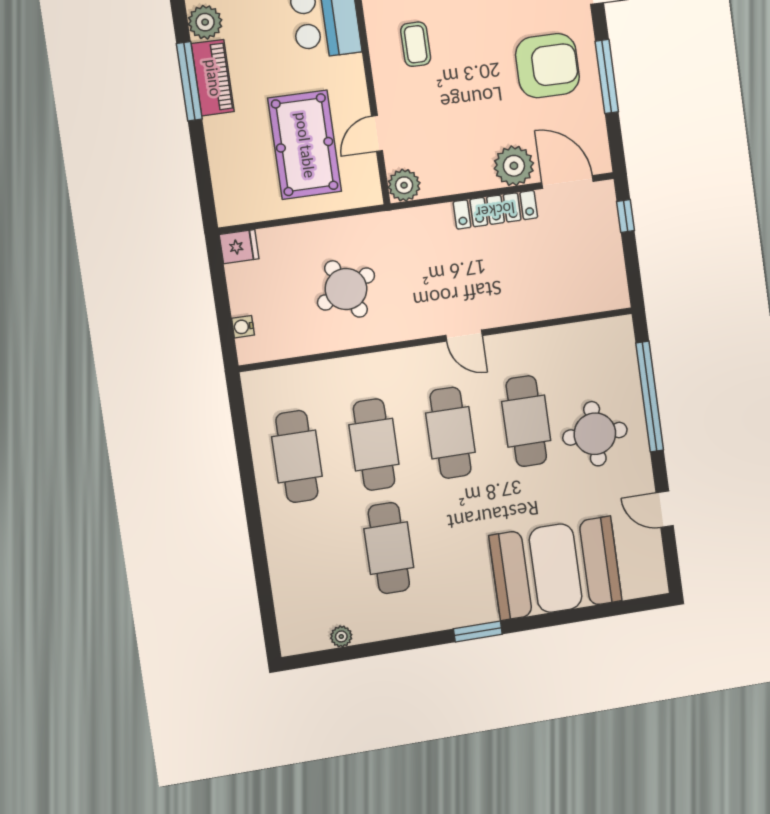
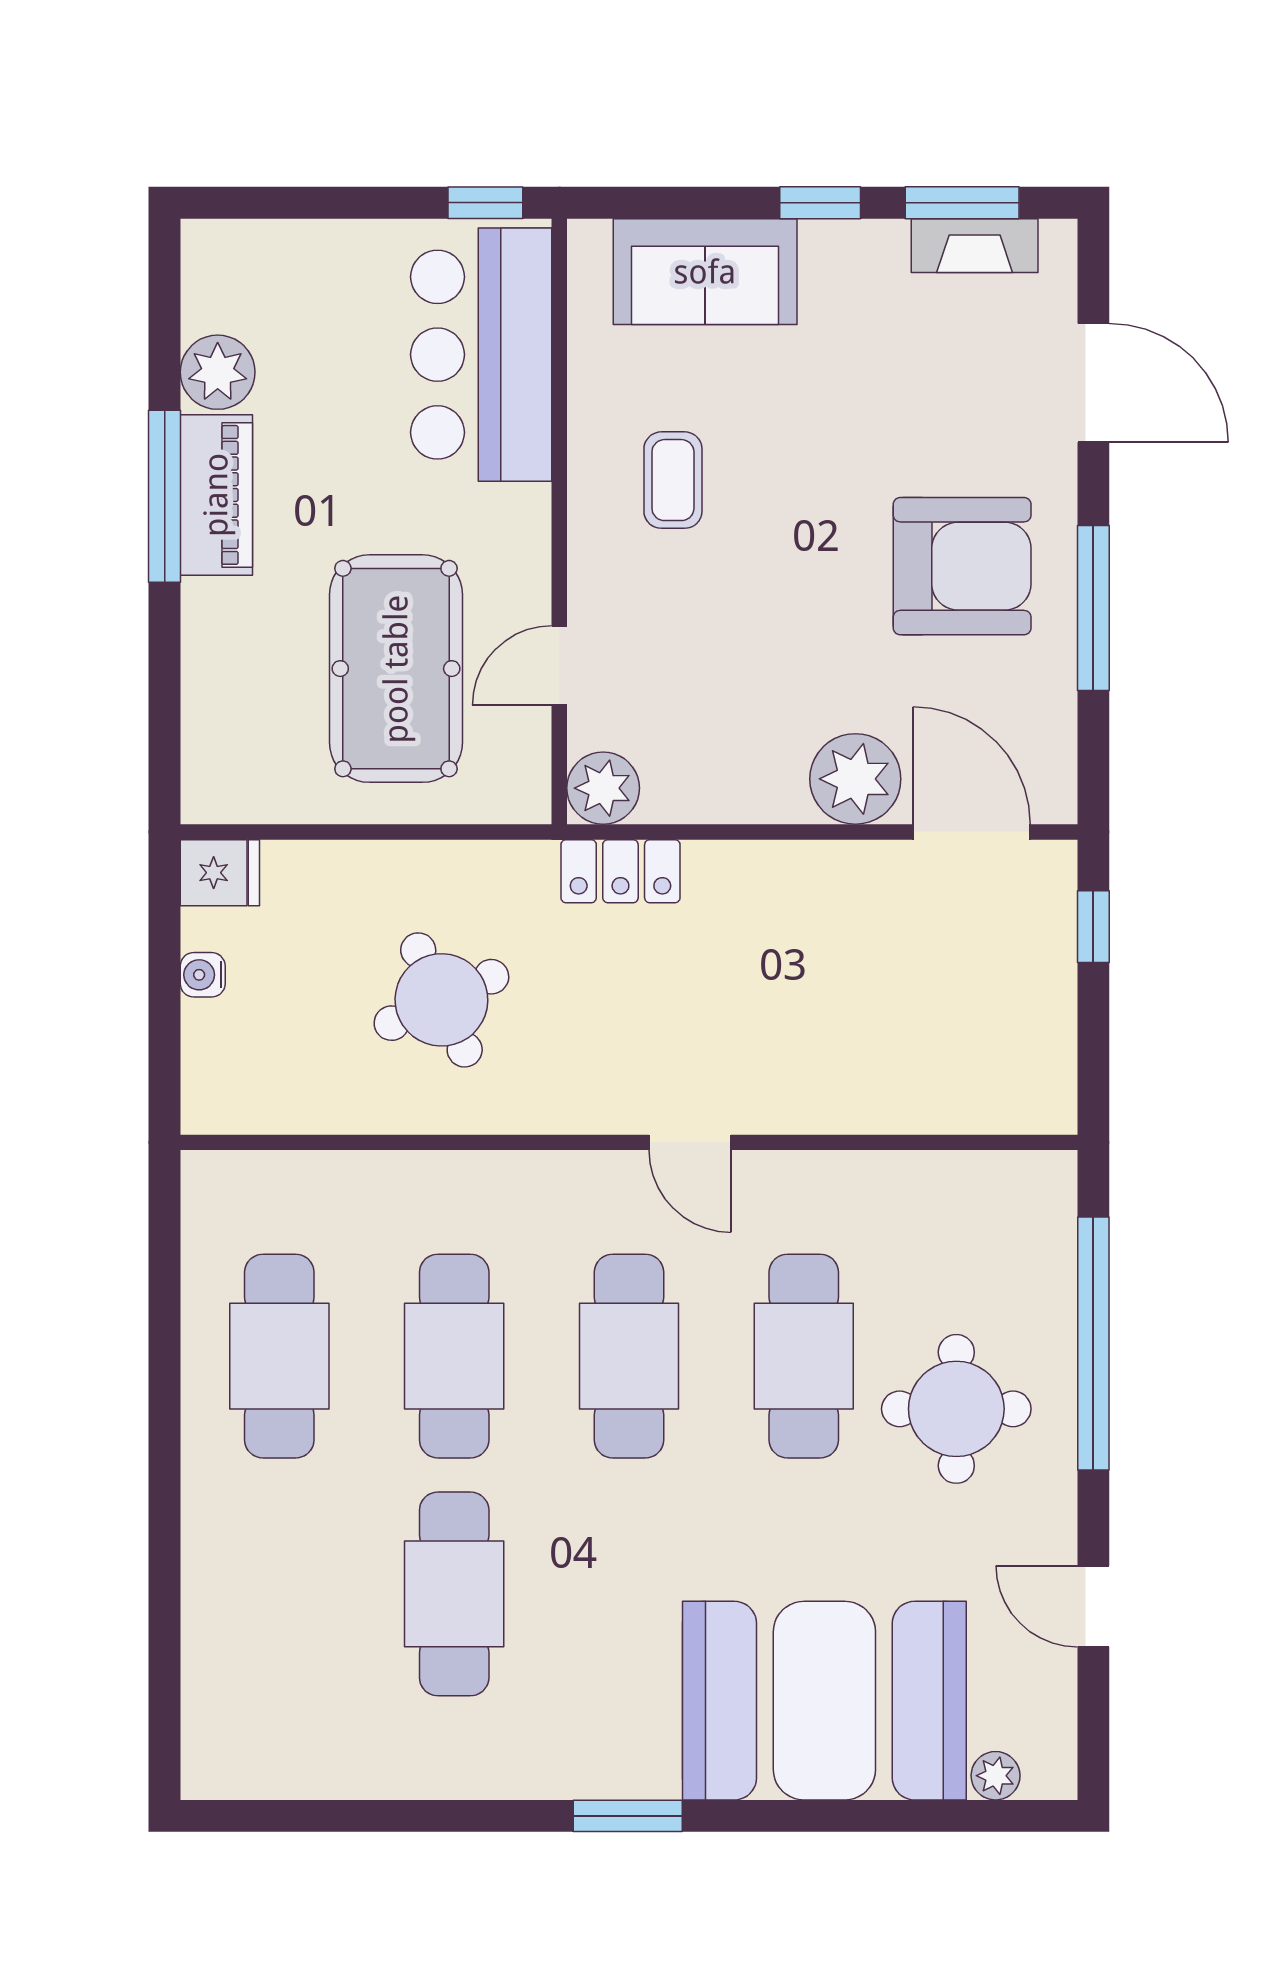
locker: (495, 210) -> (620, 871), moved, width x0.66
water cooler: (243, 327) -> (203, 975), moved
plant: (341, 636) -> (996, 1776), moved

